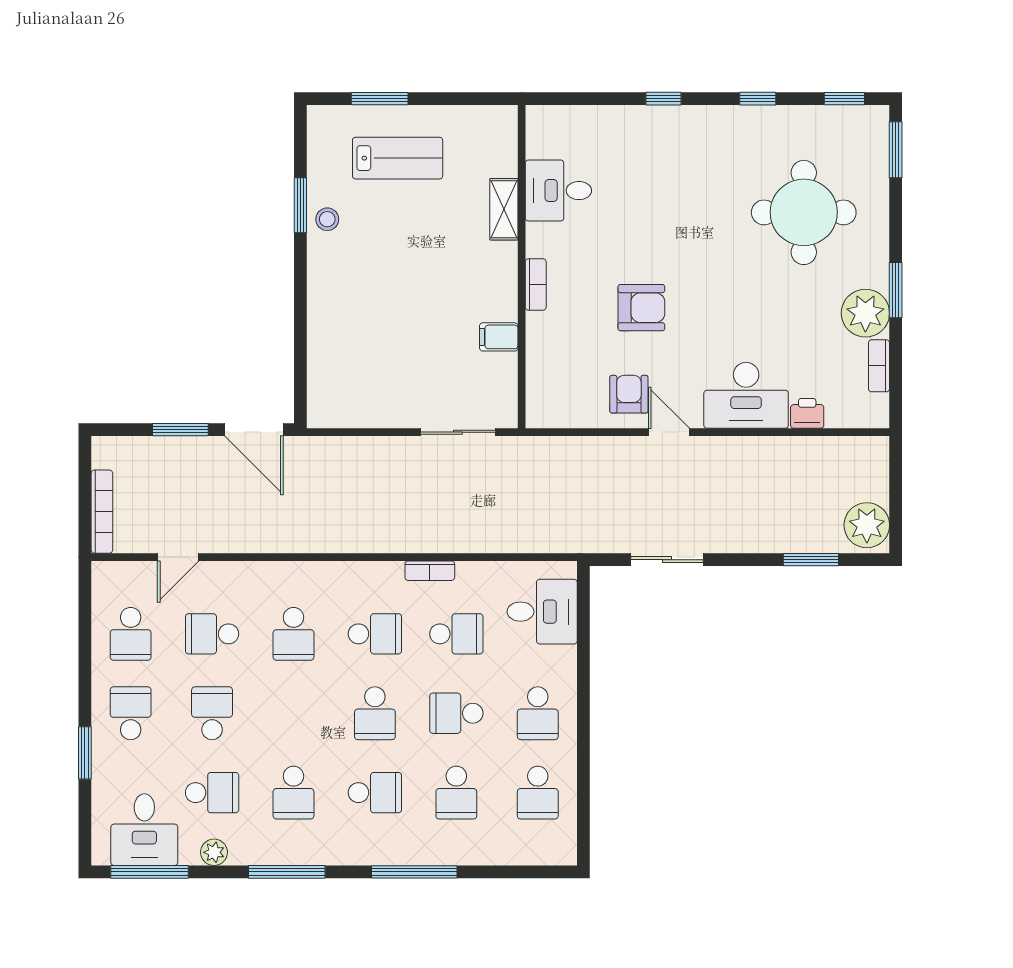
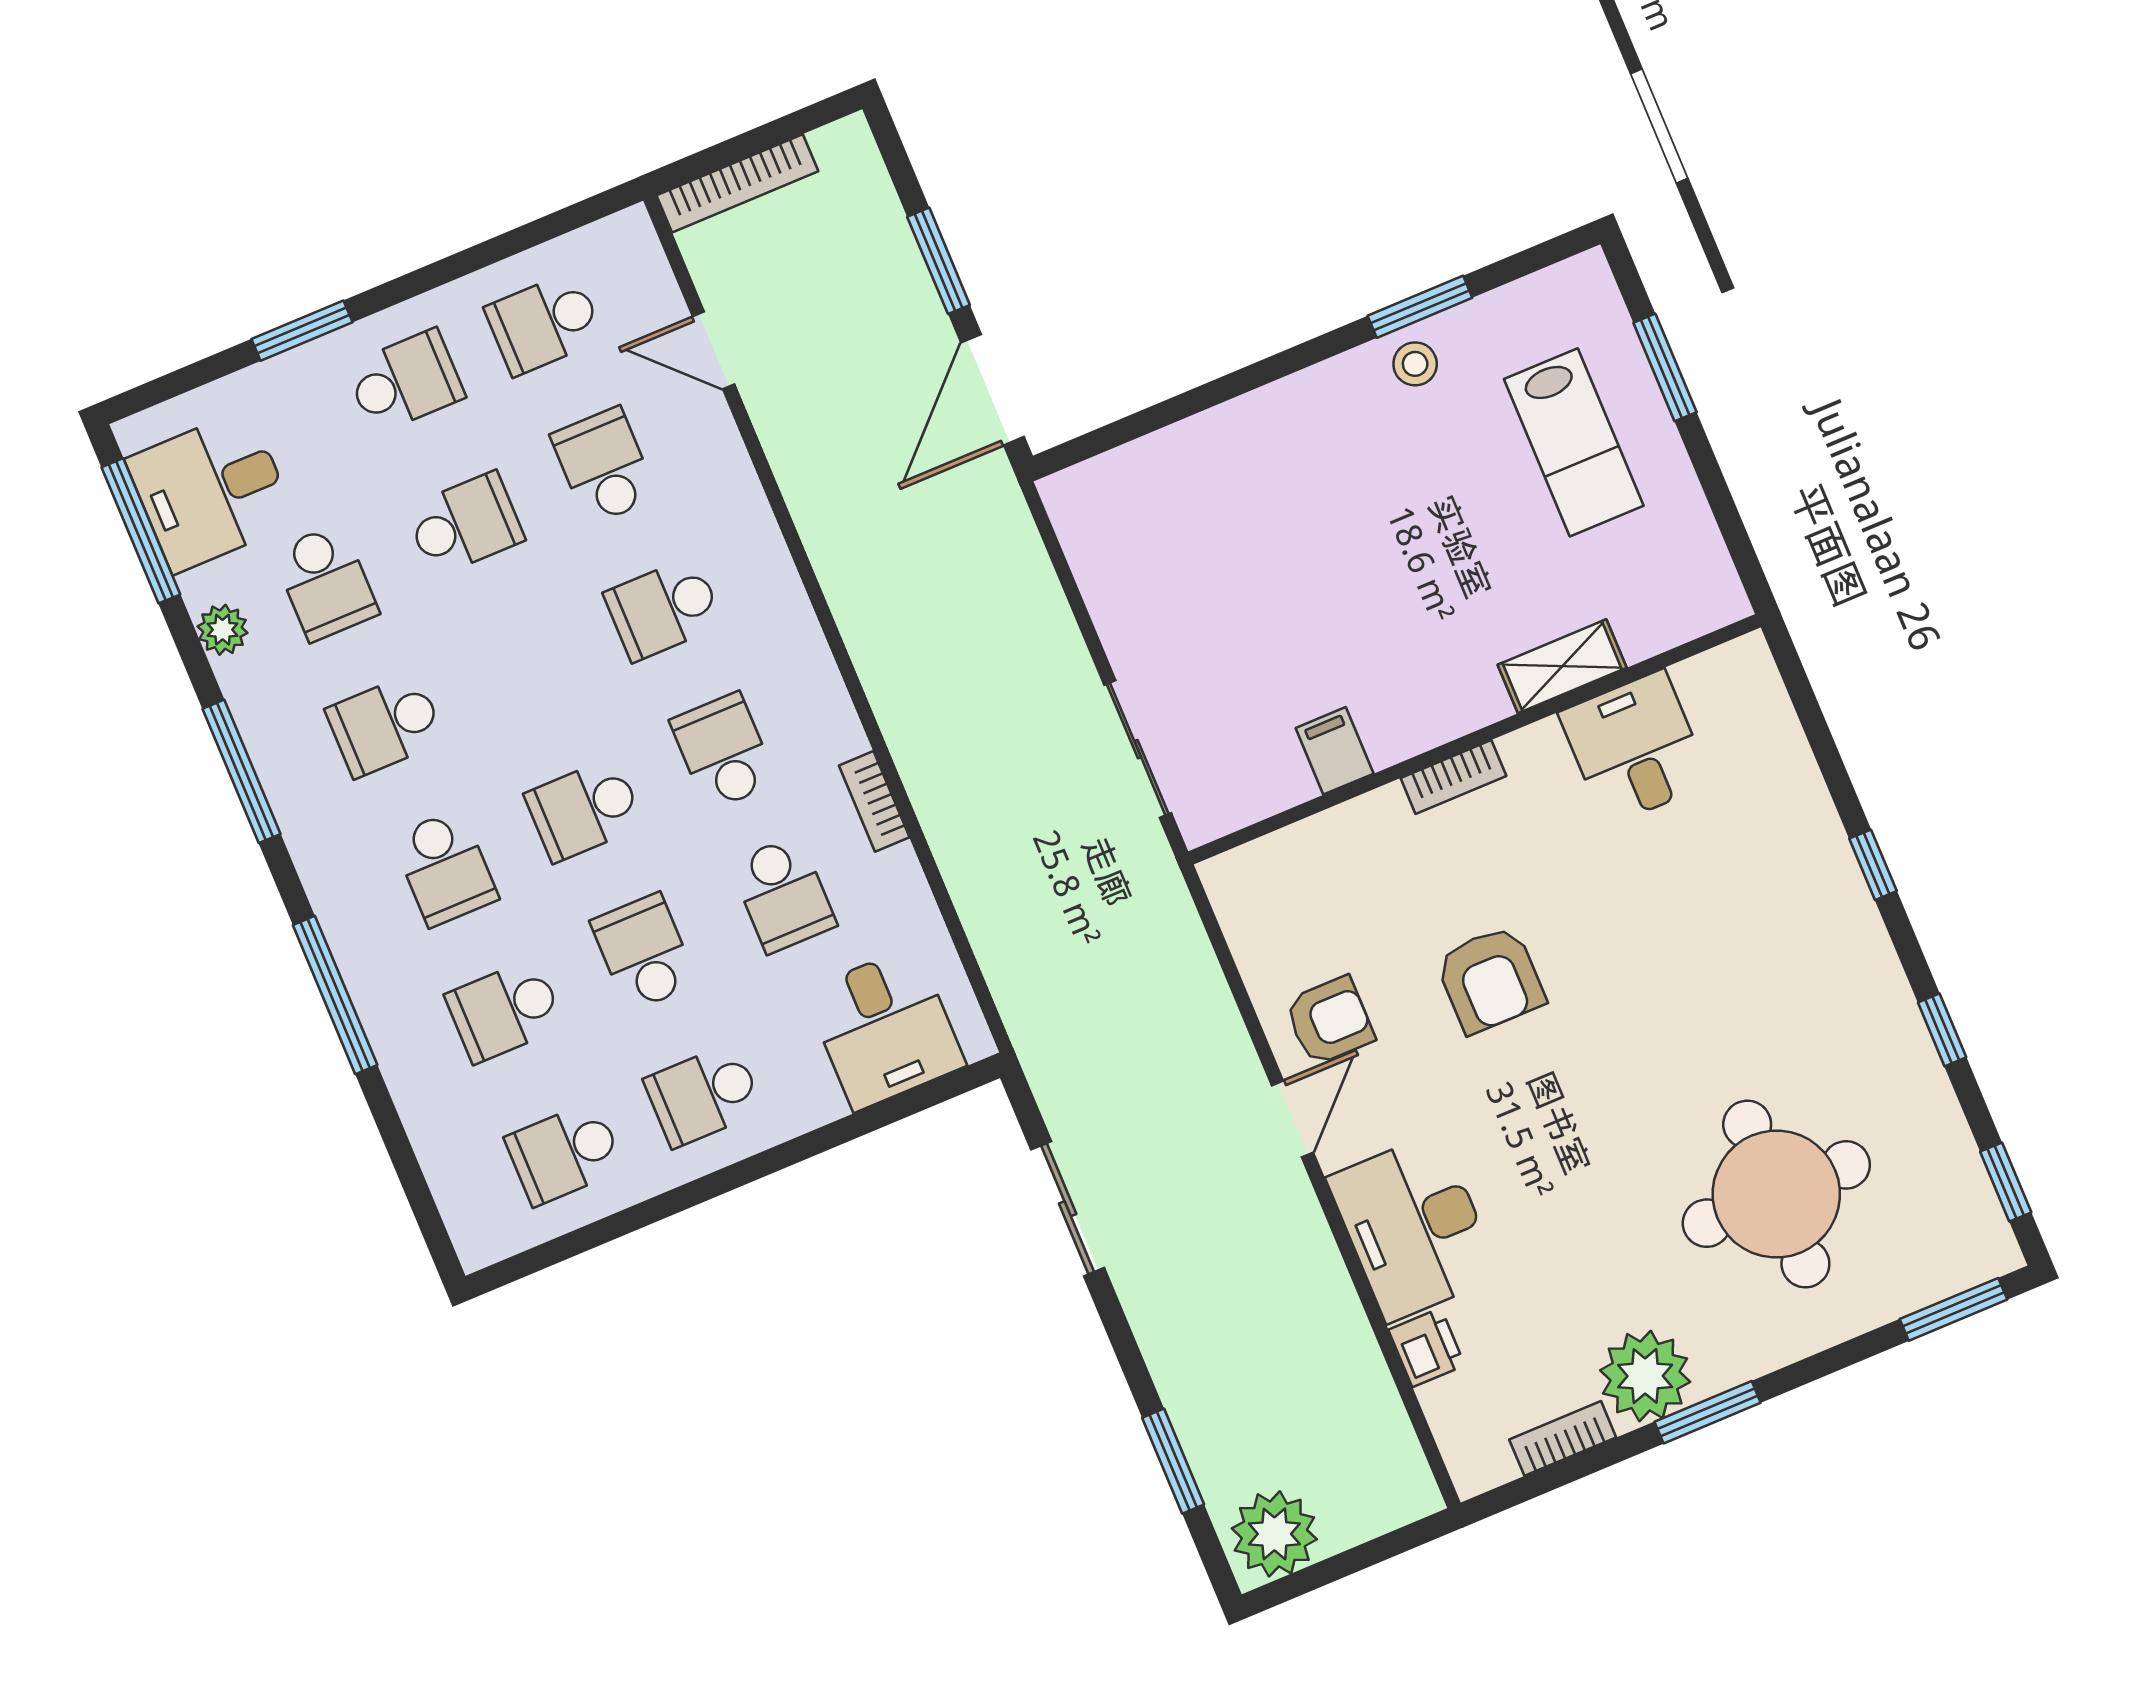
school desk: (375, 634) -> (723, 751), turned 180

